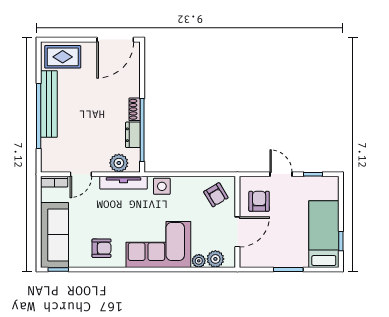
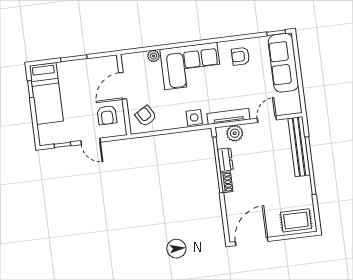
bench: (49, 104) -> (299, 147), moved
bookcase: (54, 182) -> (290, 110), removed
plant: (215, 259) -> (139, 60), removed

